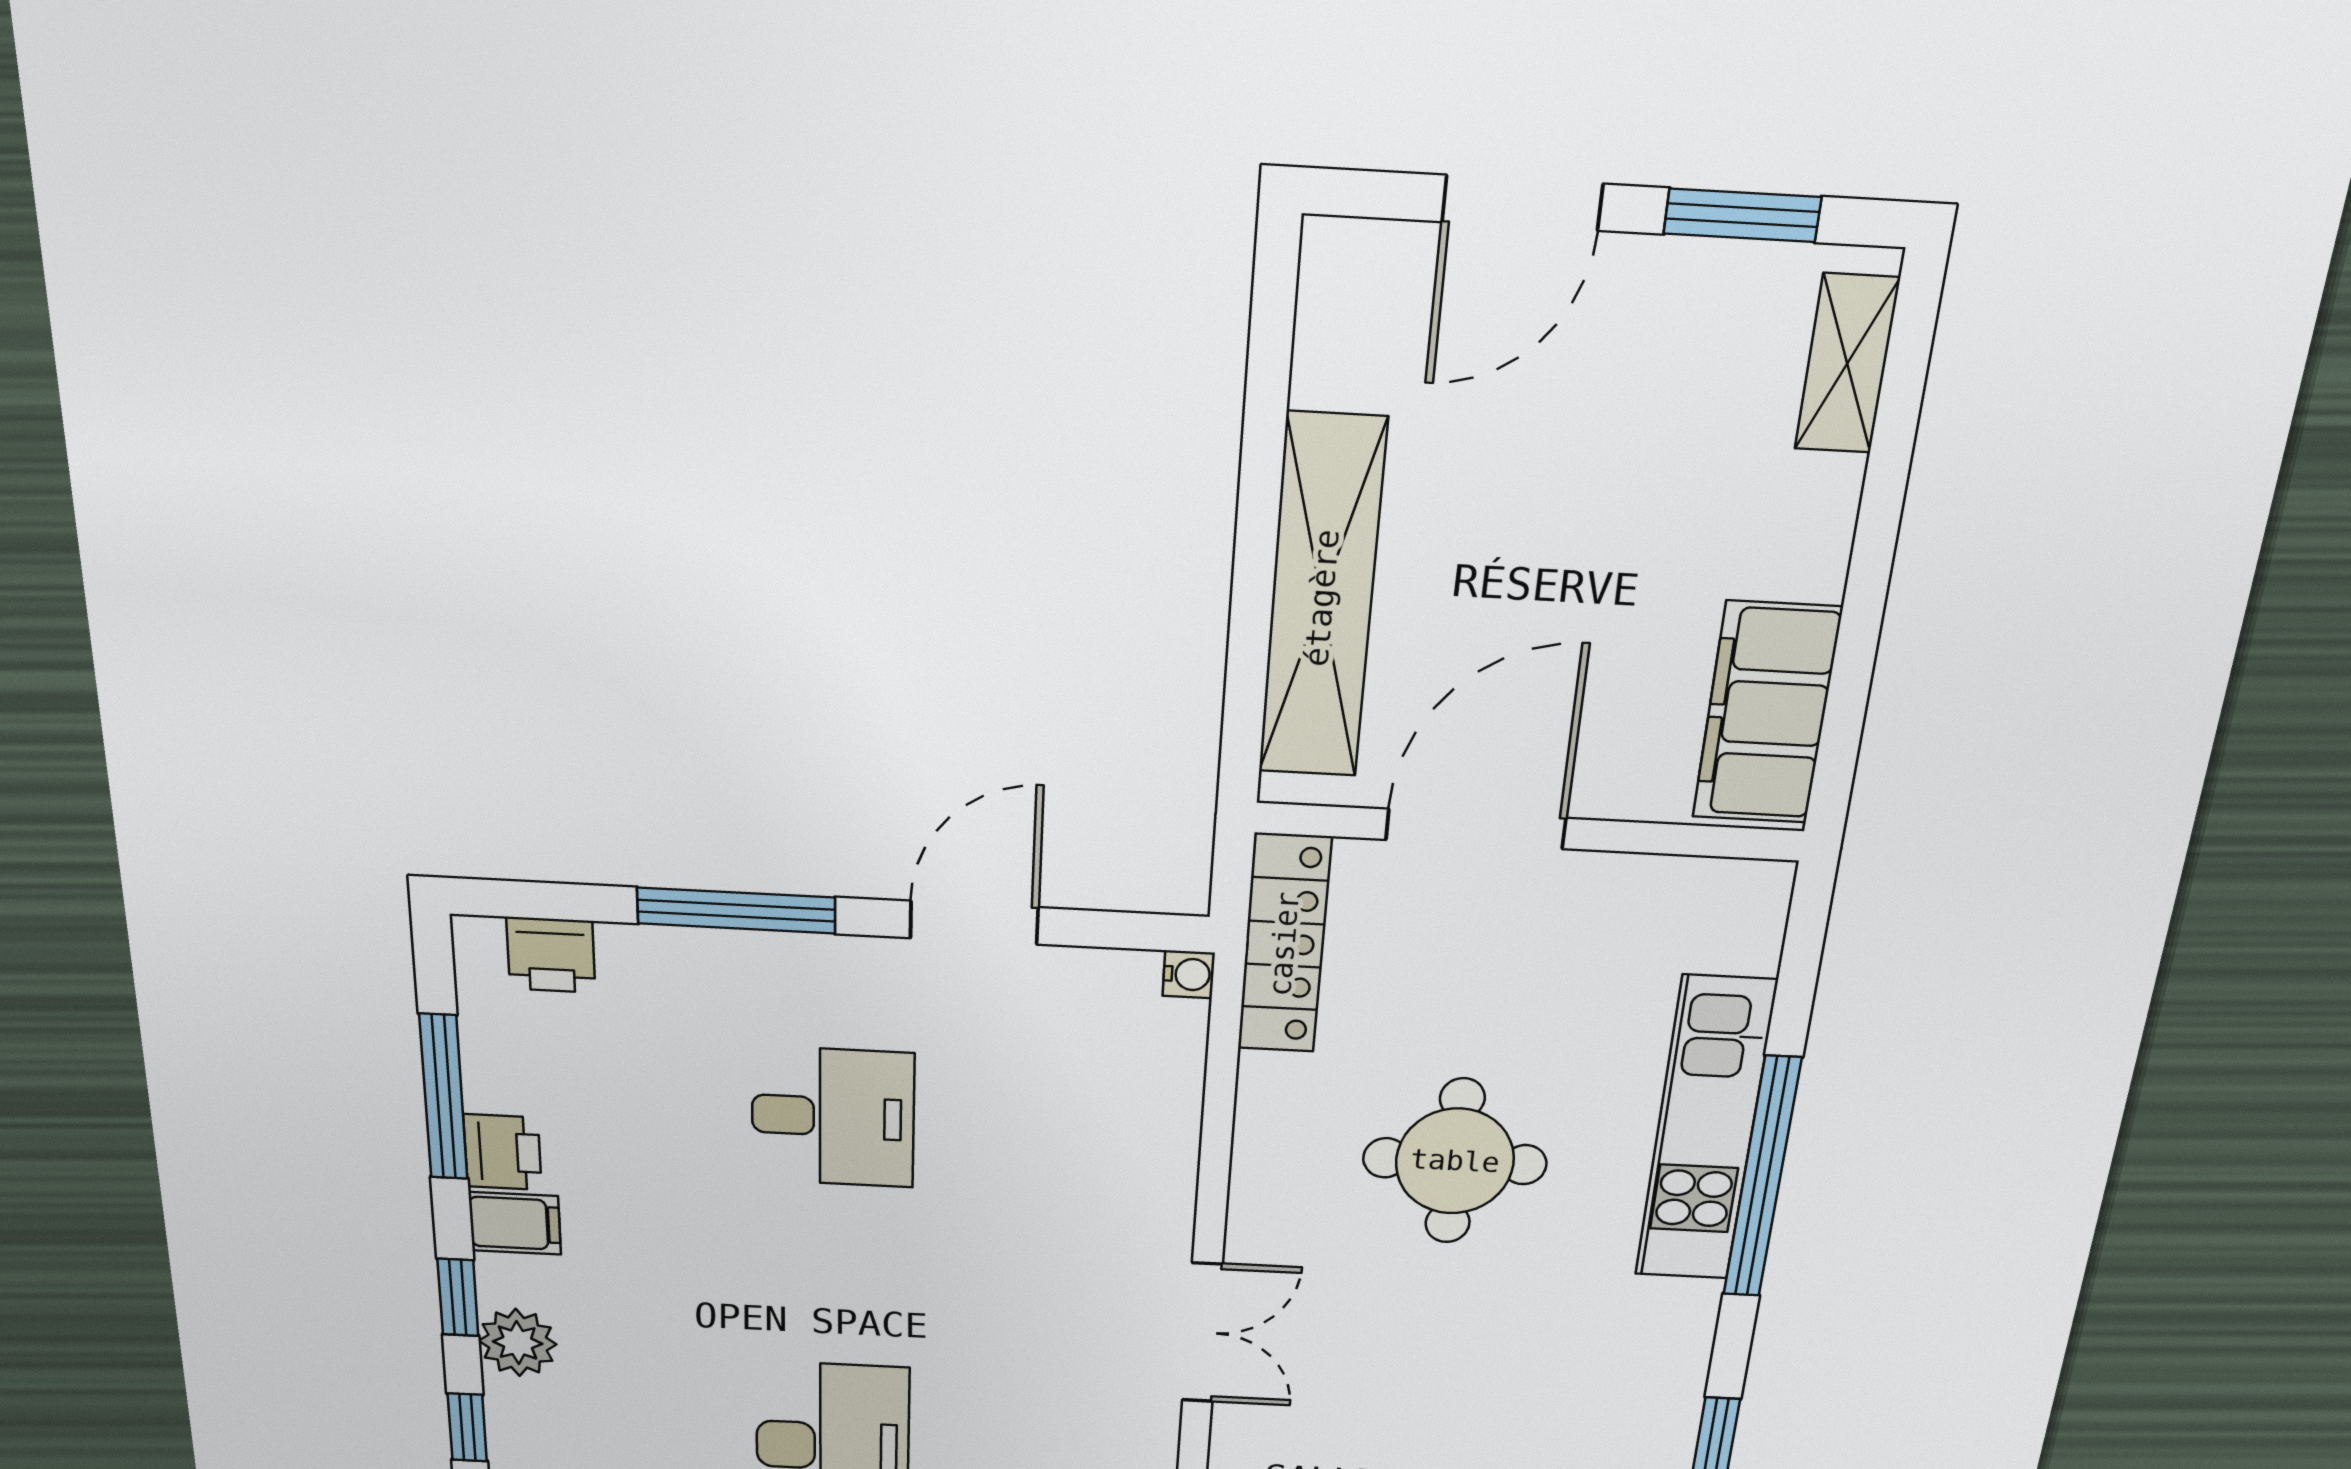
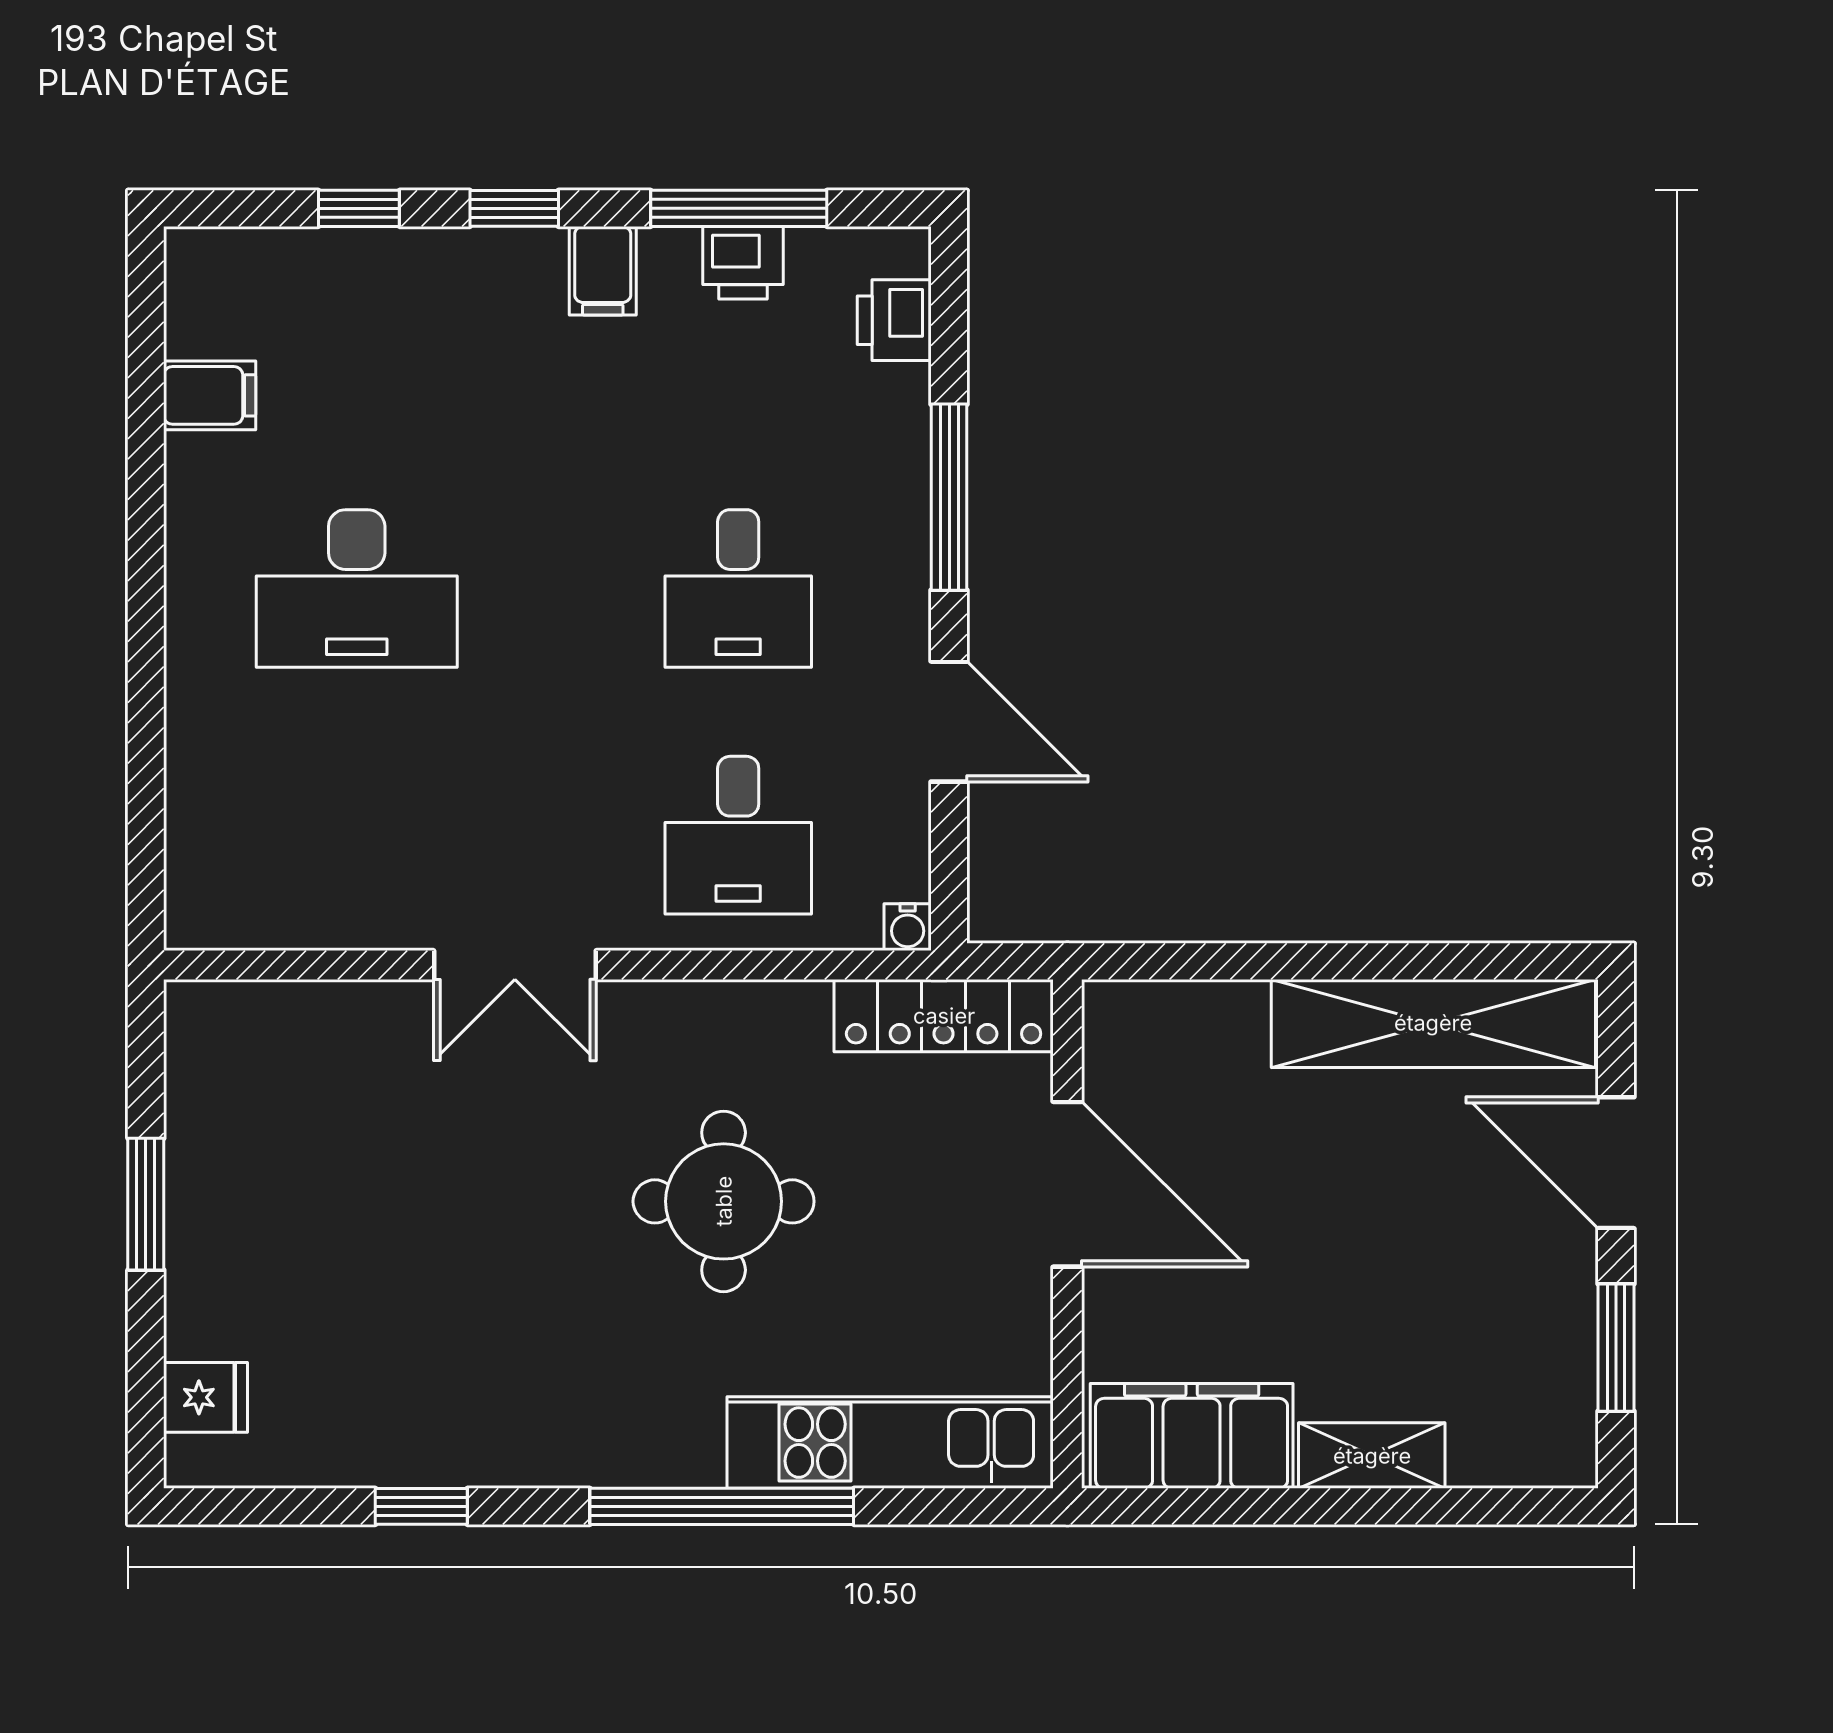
shelving: (1847, 364) -> (1372, 1456), moved
shelving: (1322, 598) -> (1433, 1023), moved
desk: (1085, 1129) -> (738, 835), added
kitchen unit: (1705, 1130) -> (890, 1443), moved
printer: (503, 1152) -> (743, 263), moved
plant: (518, 1343) -> (464, 266), removed

